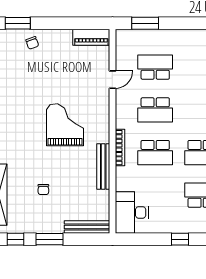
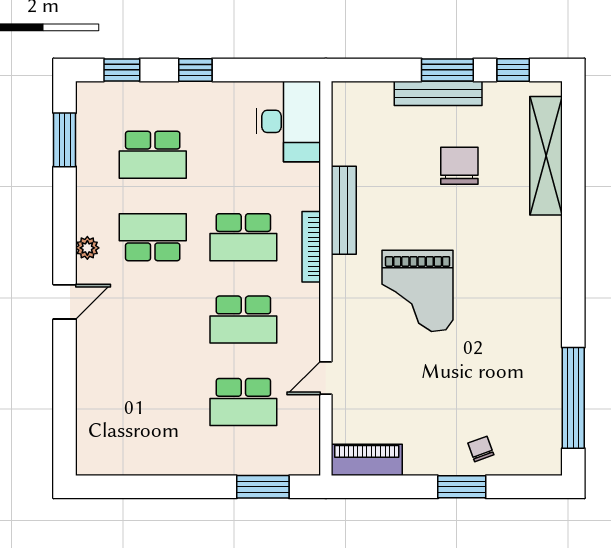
window: (18, 23) -> (462, 487), moved
school desk: (155, 110) -> (243, 320), turned 180
school desk: (155, 153) -> (243, 237), turned 180
chair: (43, 190) -> (459, 166), width x1.87, depth x1.87
bench: (87, 227) -> (438, 93), moved

